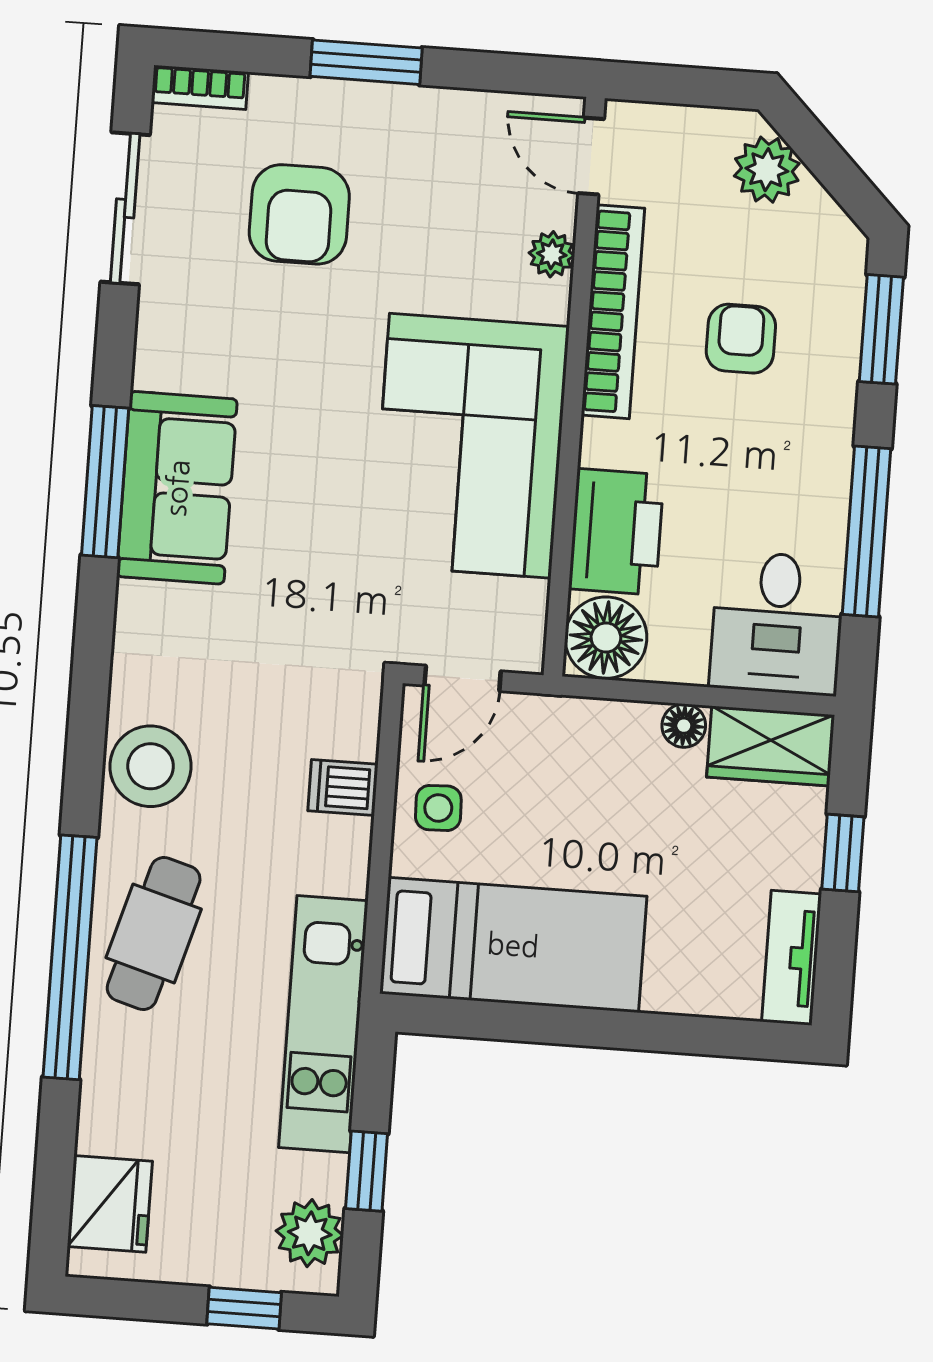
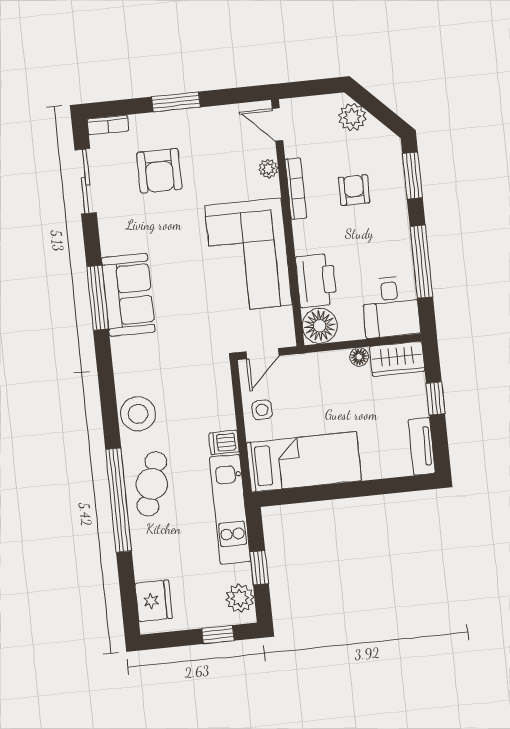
bookcase: (613, 312) -> (296, 189), width x0.68, depth x0.76
dishwasher: (343, 787) -> (224, 442), moved

